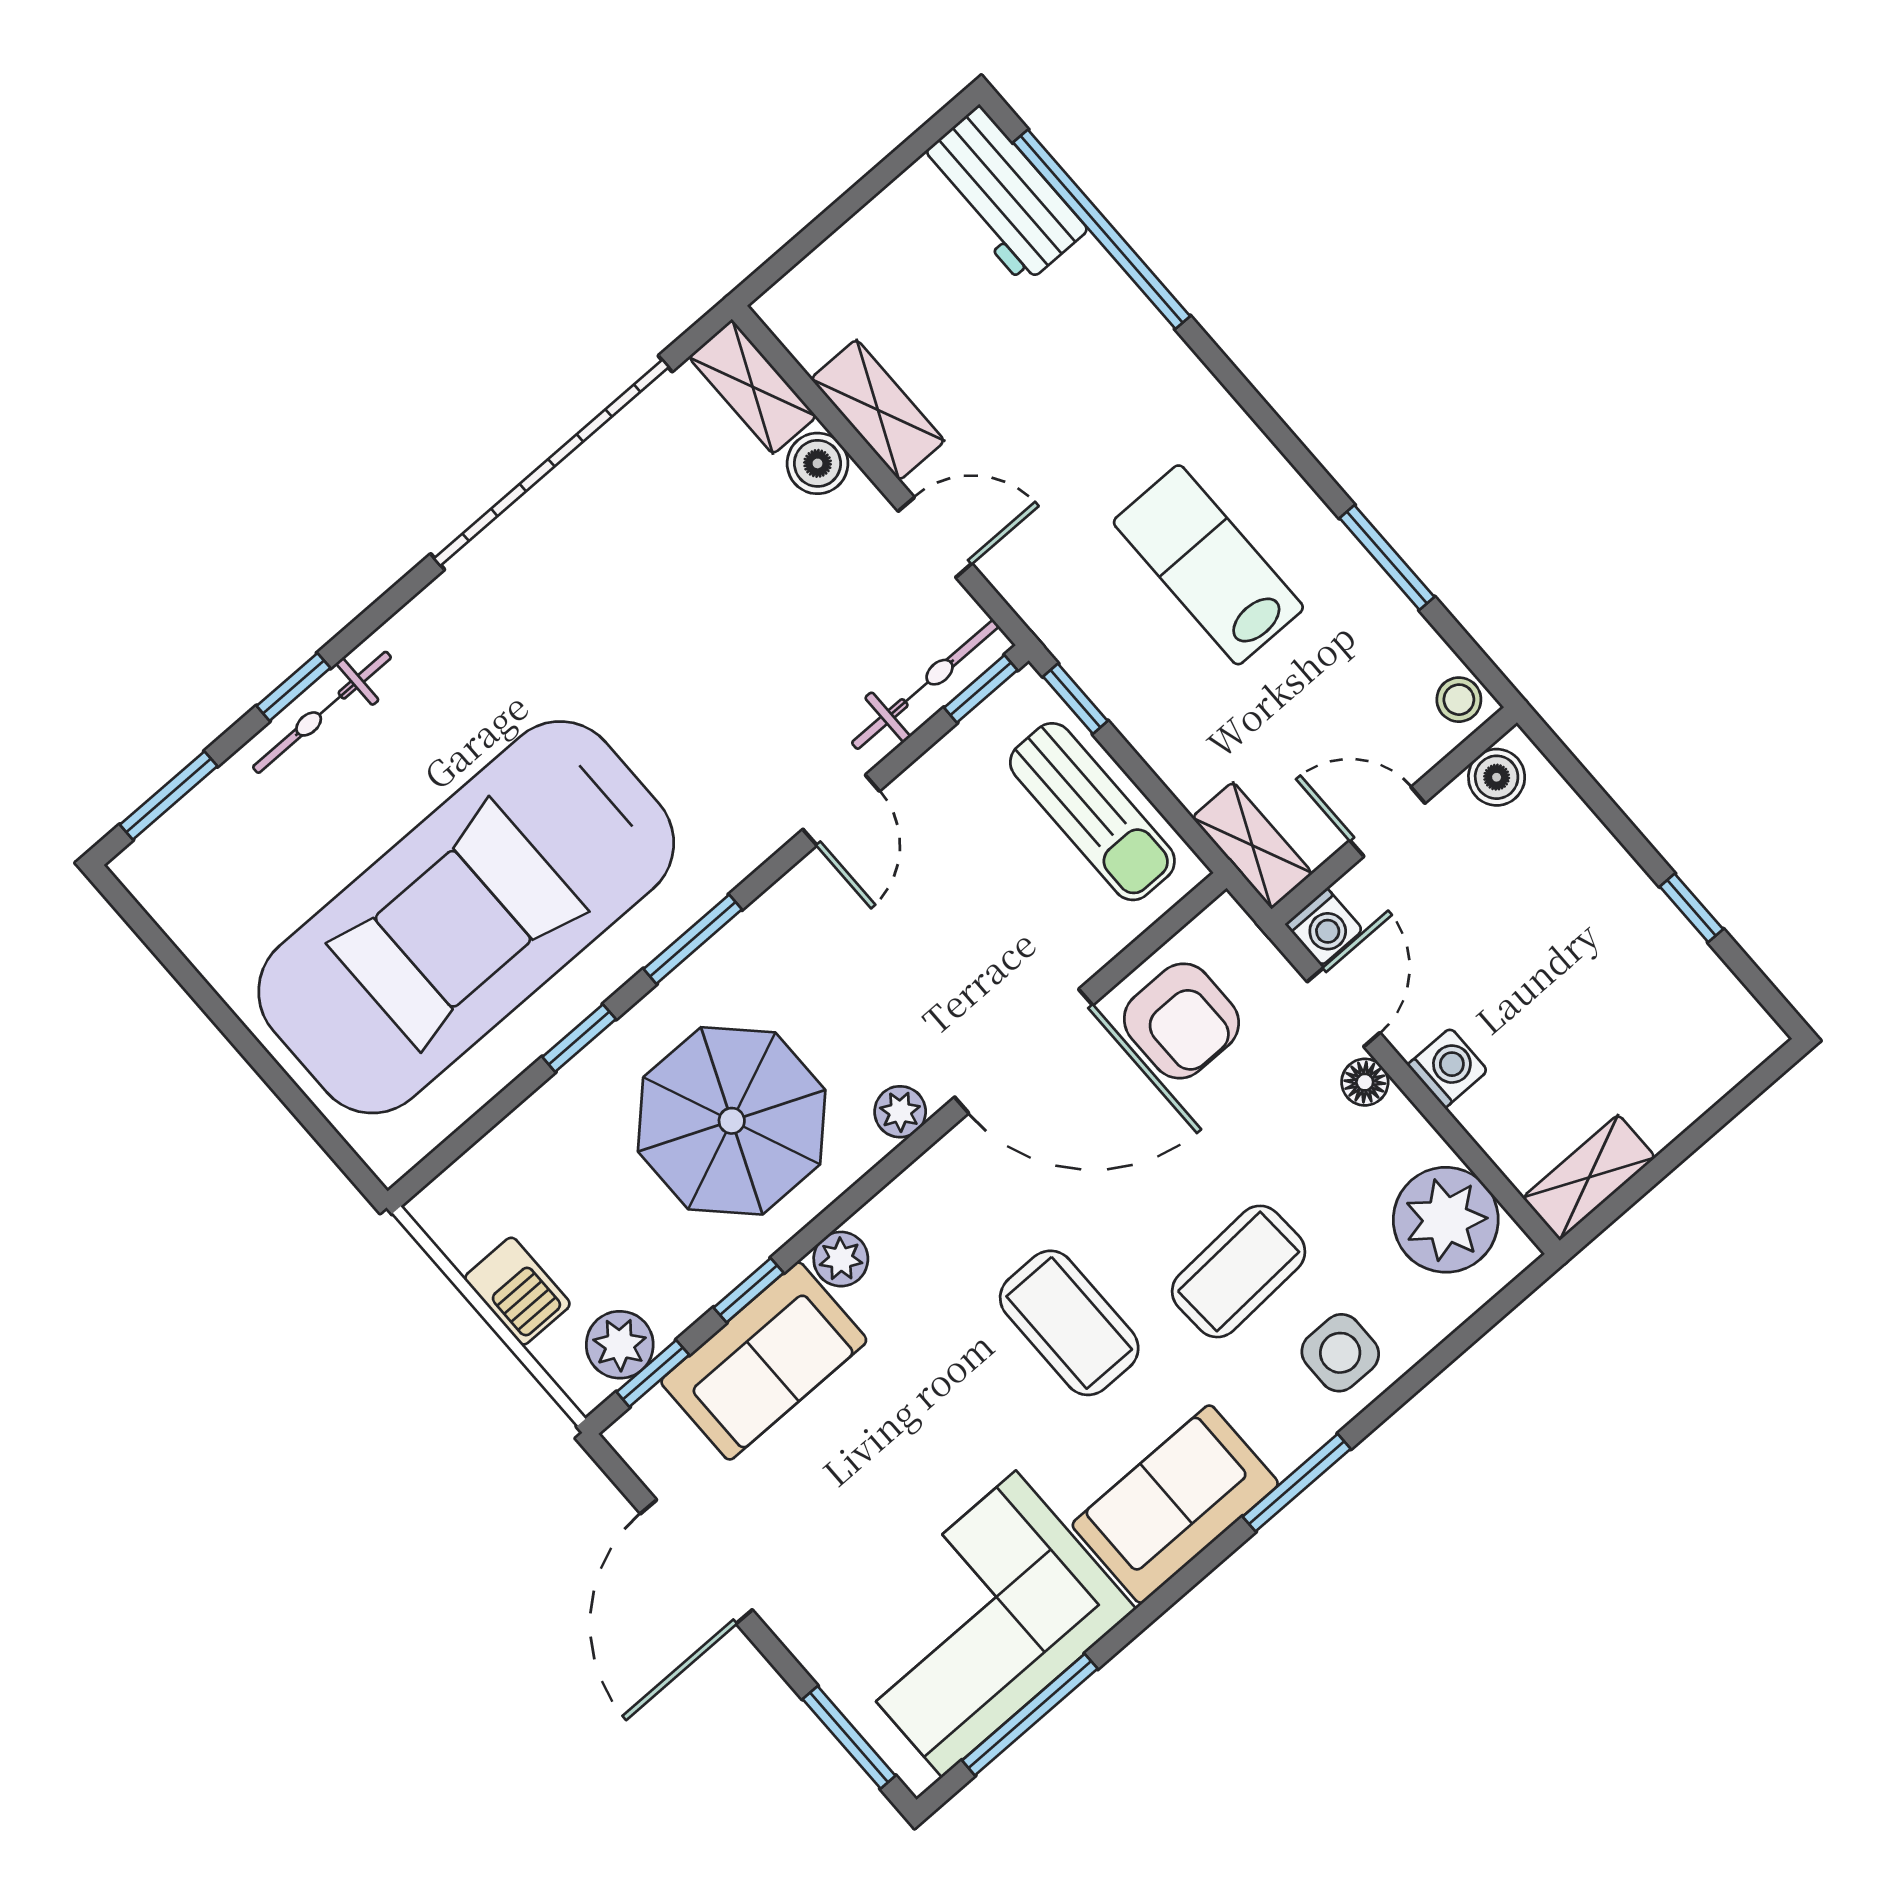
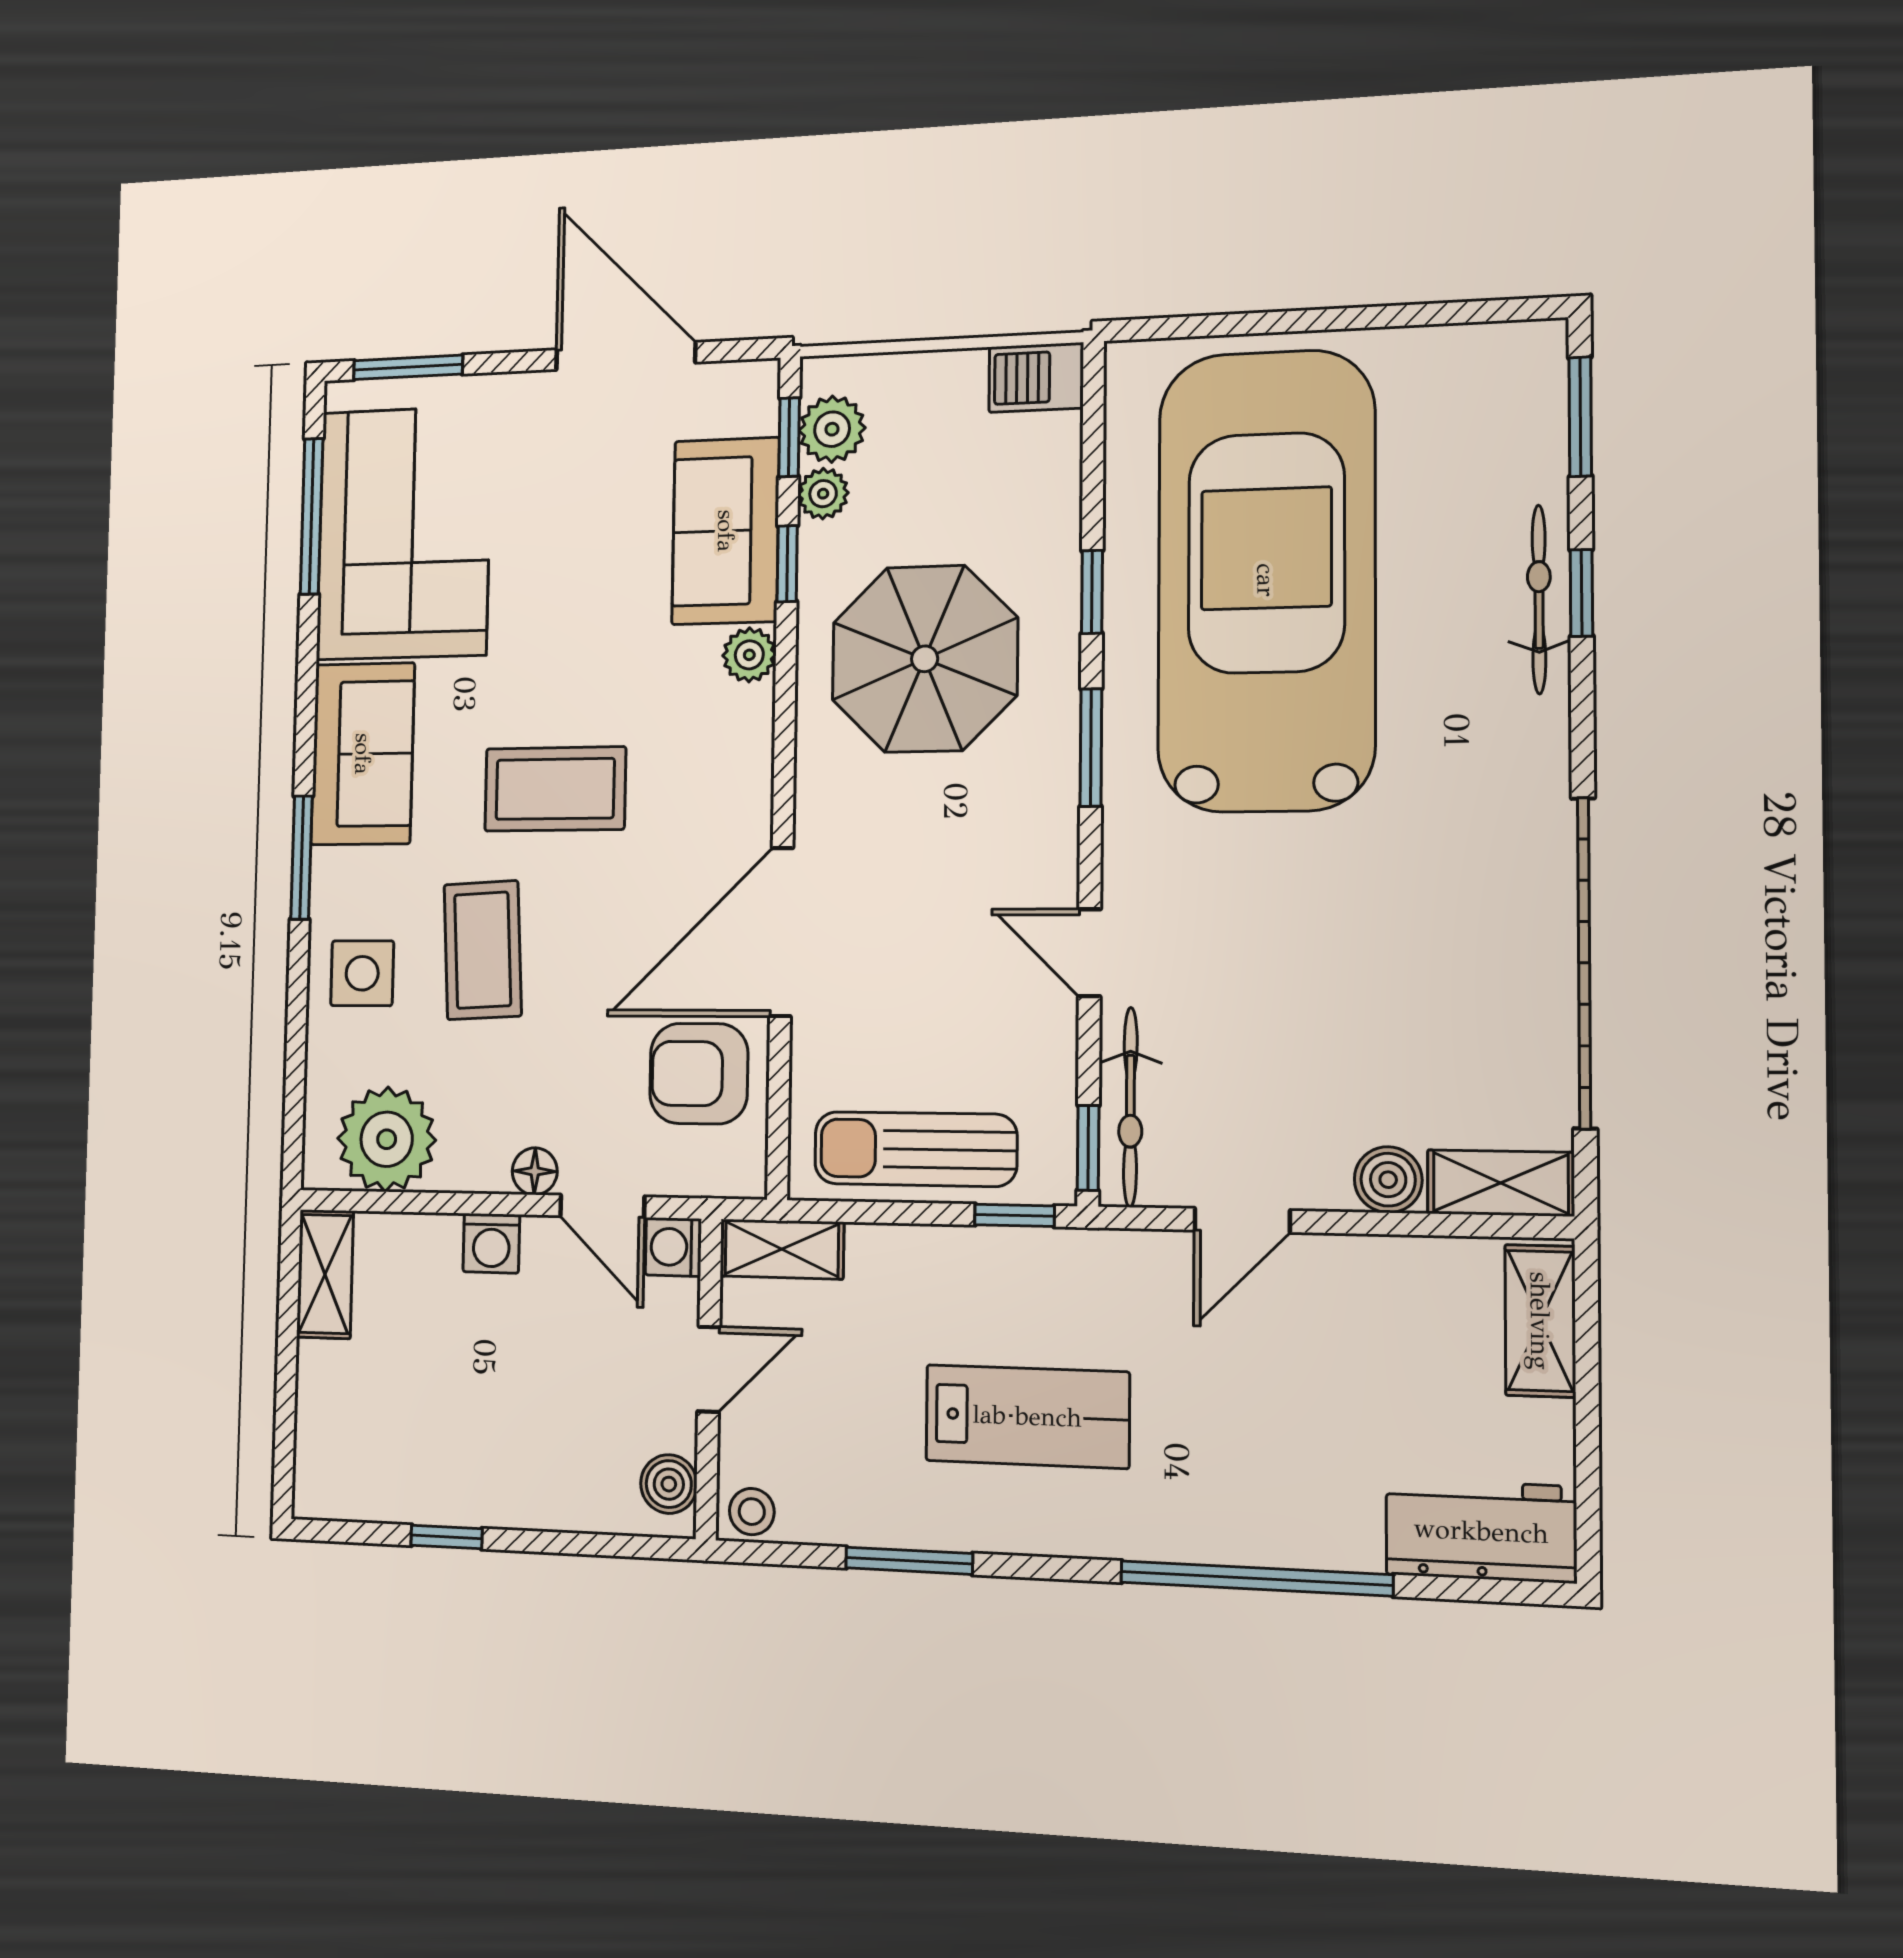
window: (1102, 229) -> (1256, 1578), moved
shelving: (878, 410) -> (1540, 1321), moved, turned 90
plant: (900, 1112) -> (823, 494), moved
barbecue: (517, 1291) -> (1036, 377), moved

